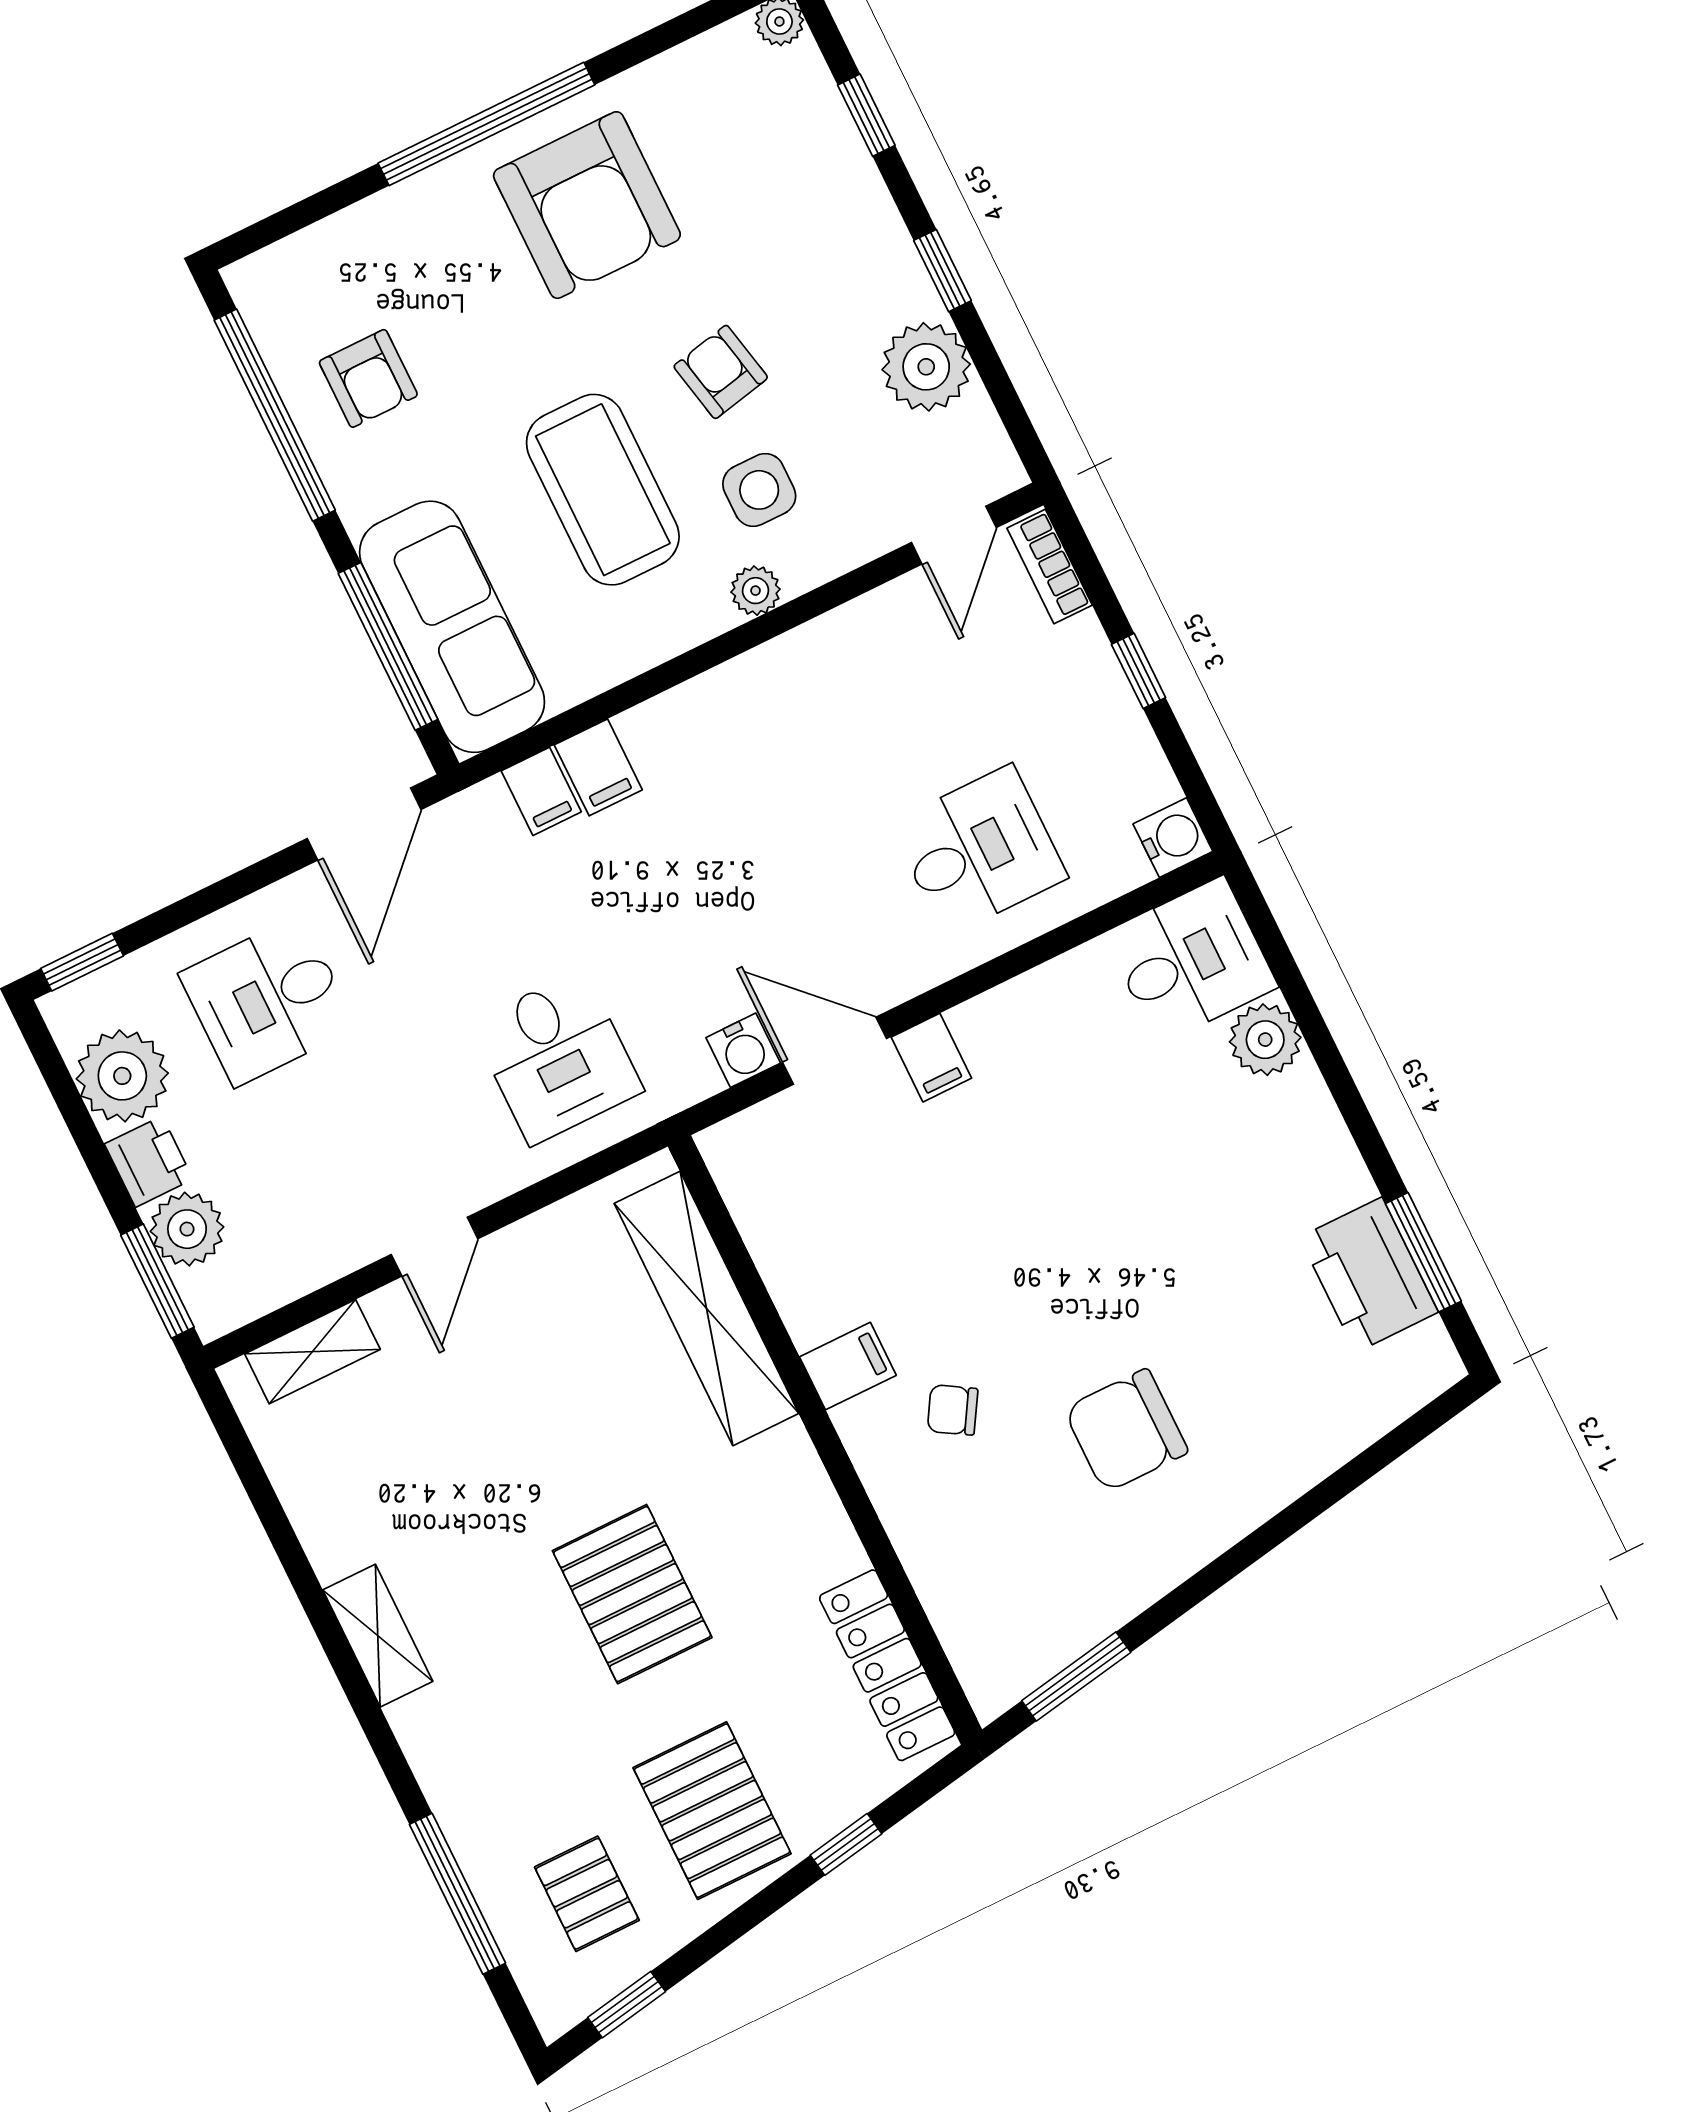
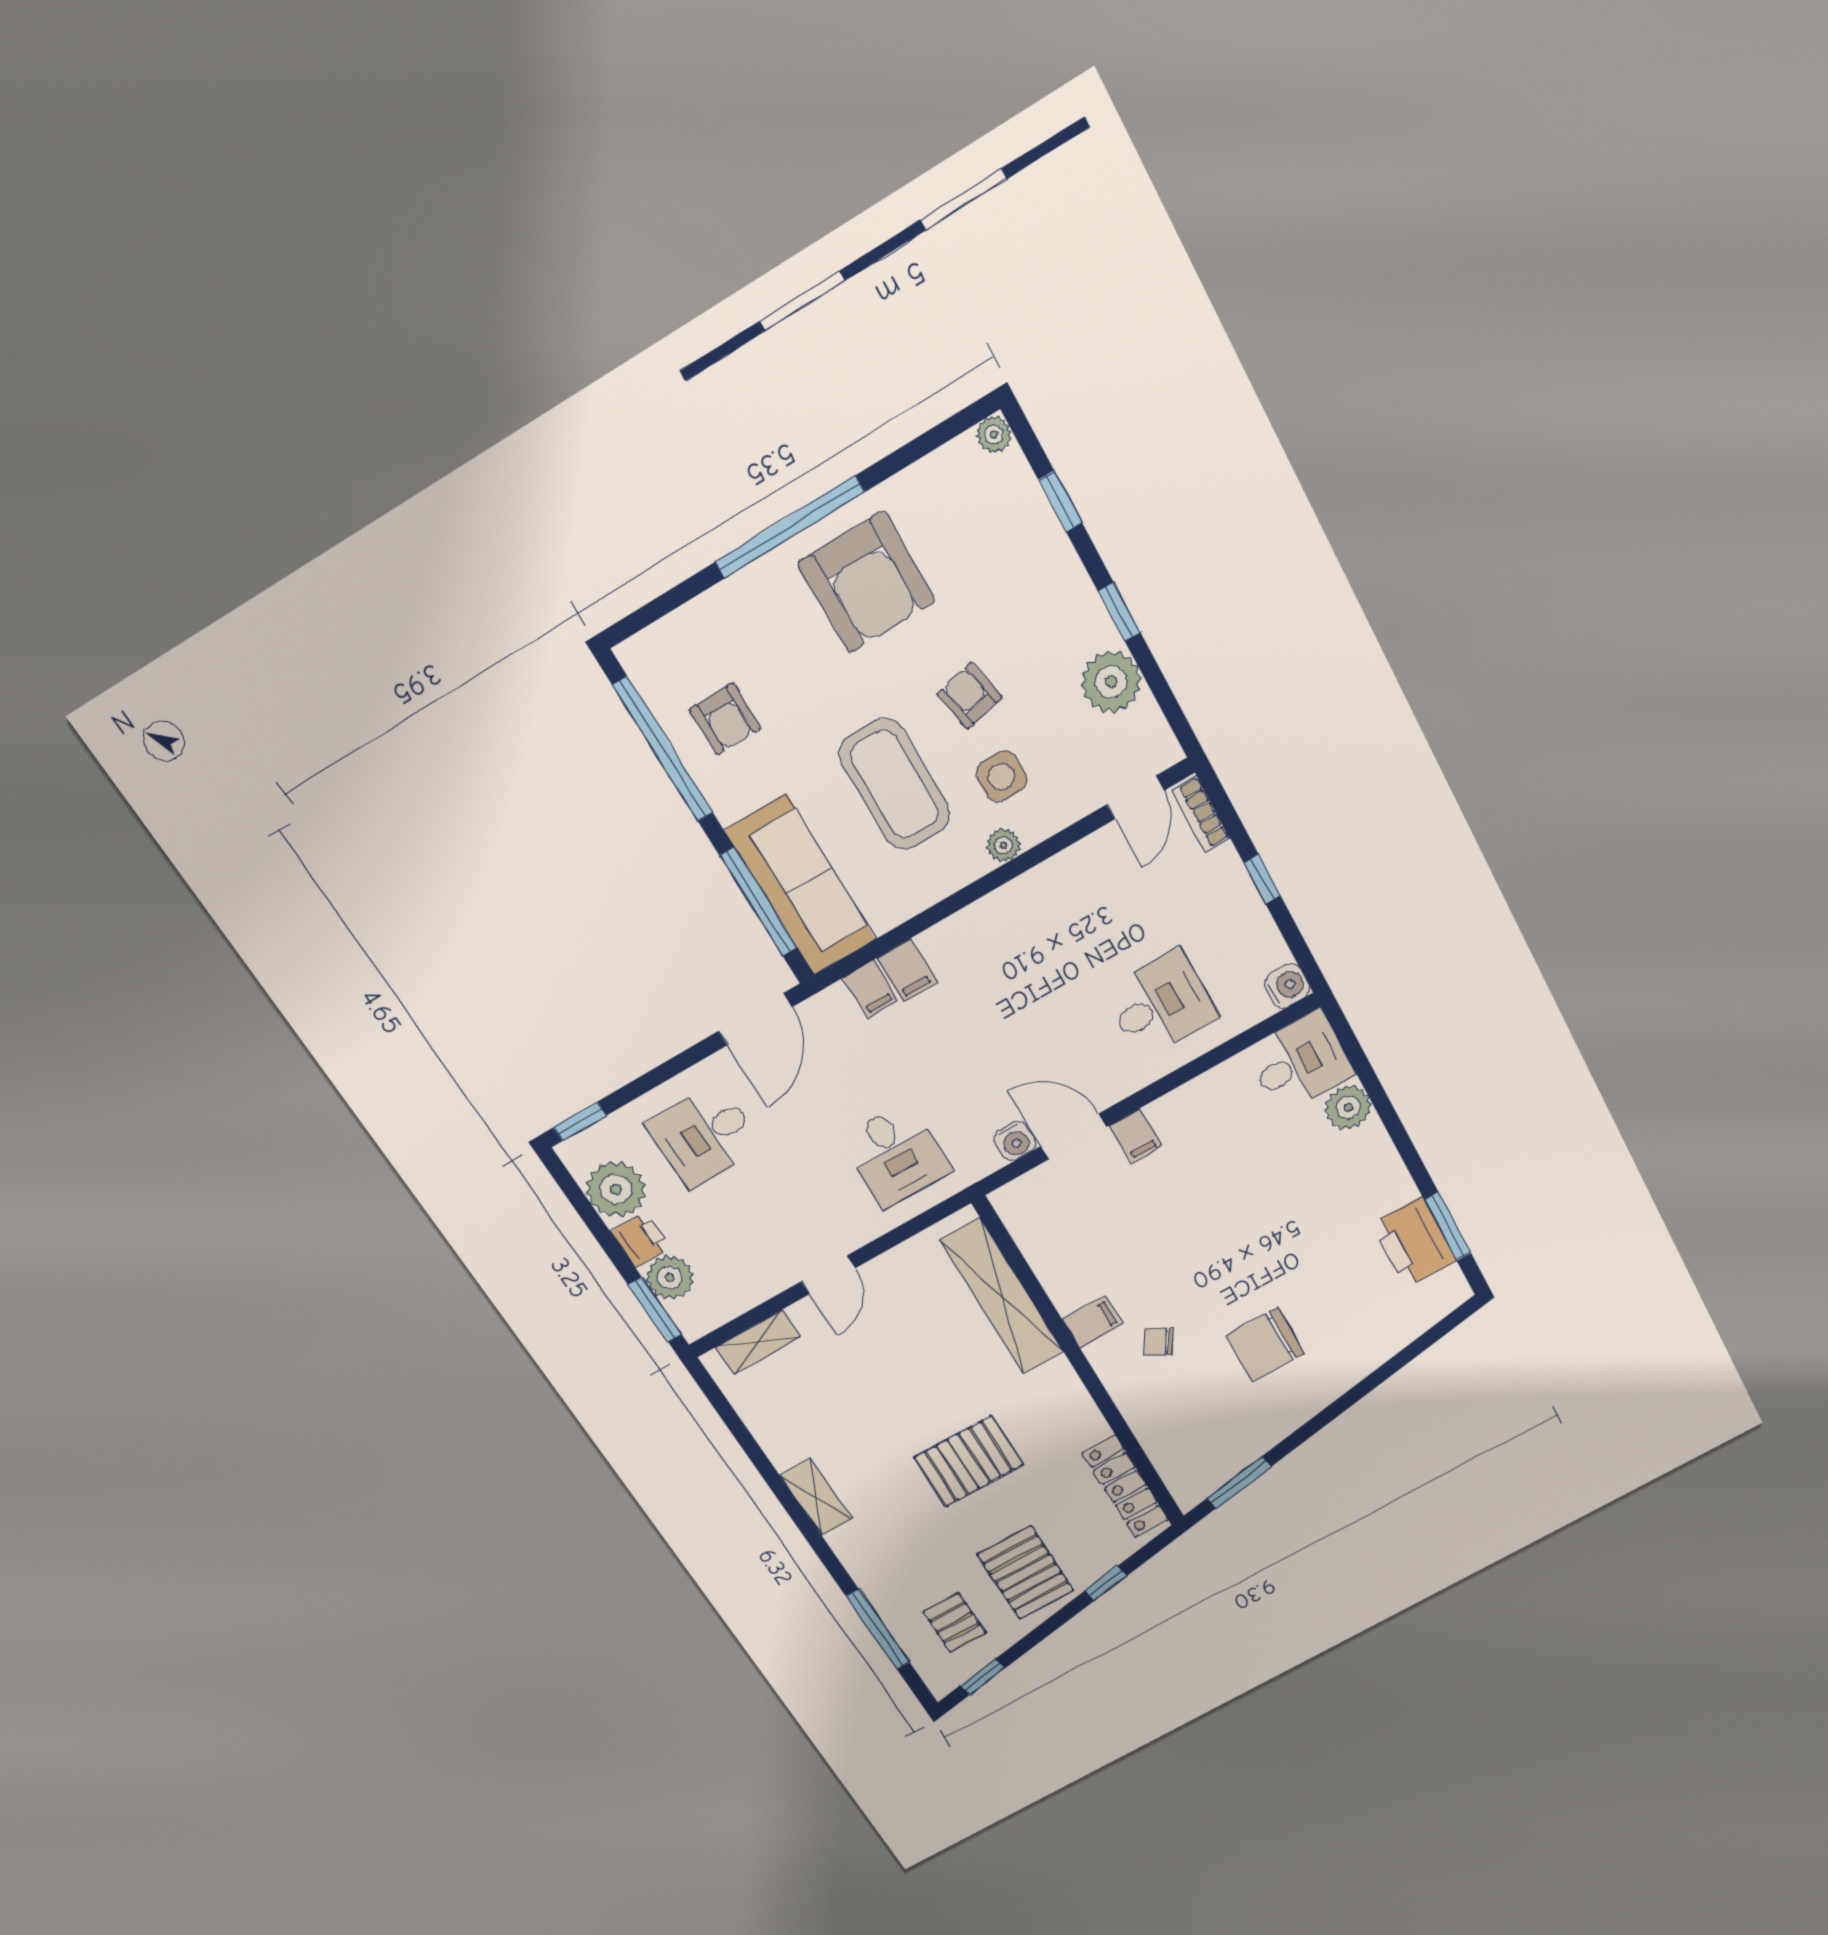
pallet: (632, 1594) -> (969, 1461), turned 90

